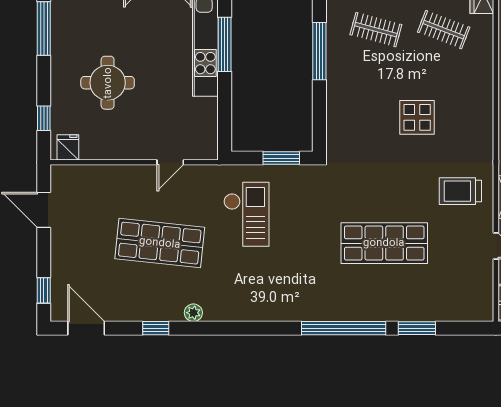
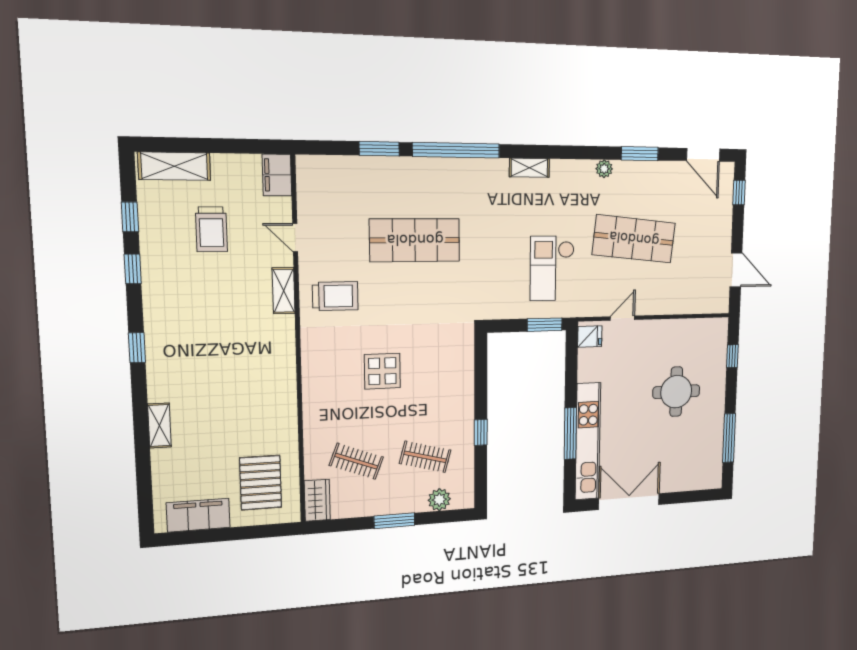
window: (319, 51) -> (481, 432), width x0.46
fridge: (68, 147) -> (590, 337), moved, turned -90
window: (281, 158) -> (545, 325), moved
shelving: (271, 313) -> (529, 168), added
window: (156, 328) -> (640, 154), width x1.50

